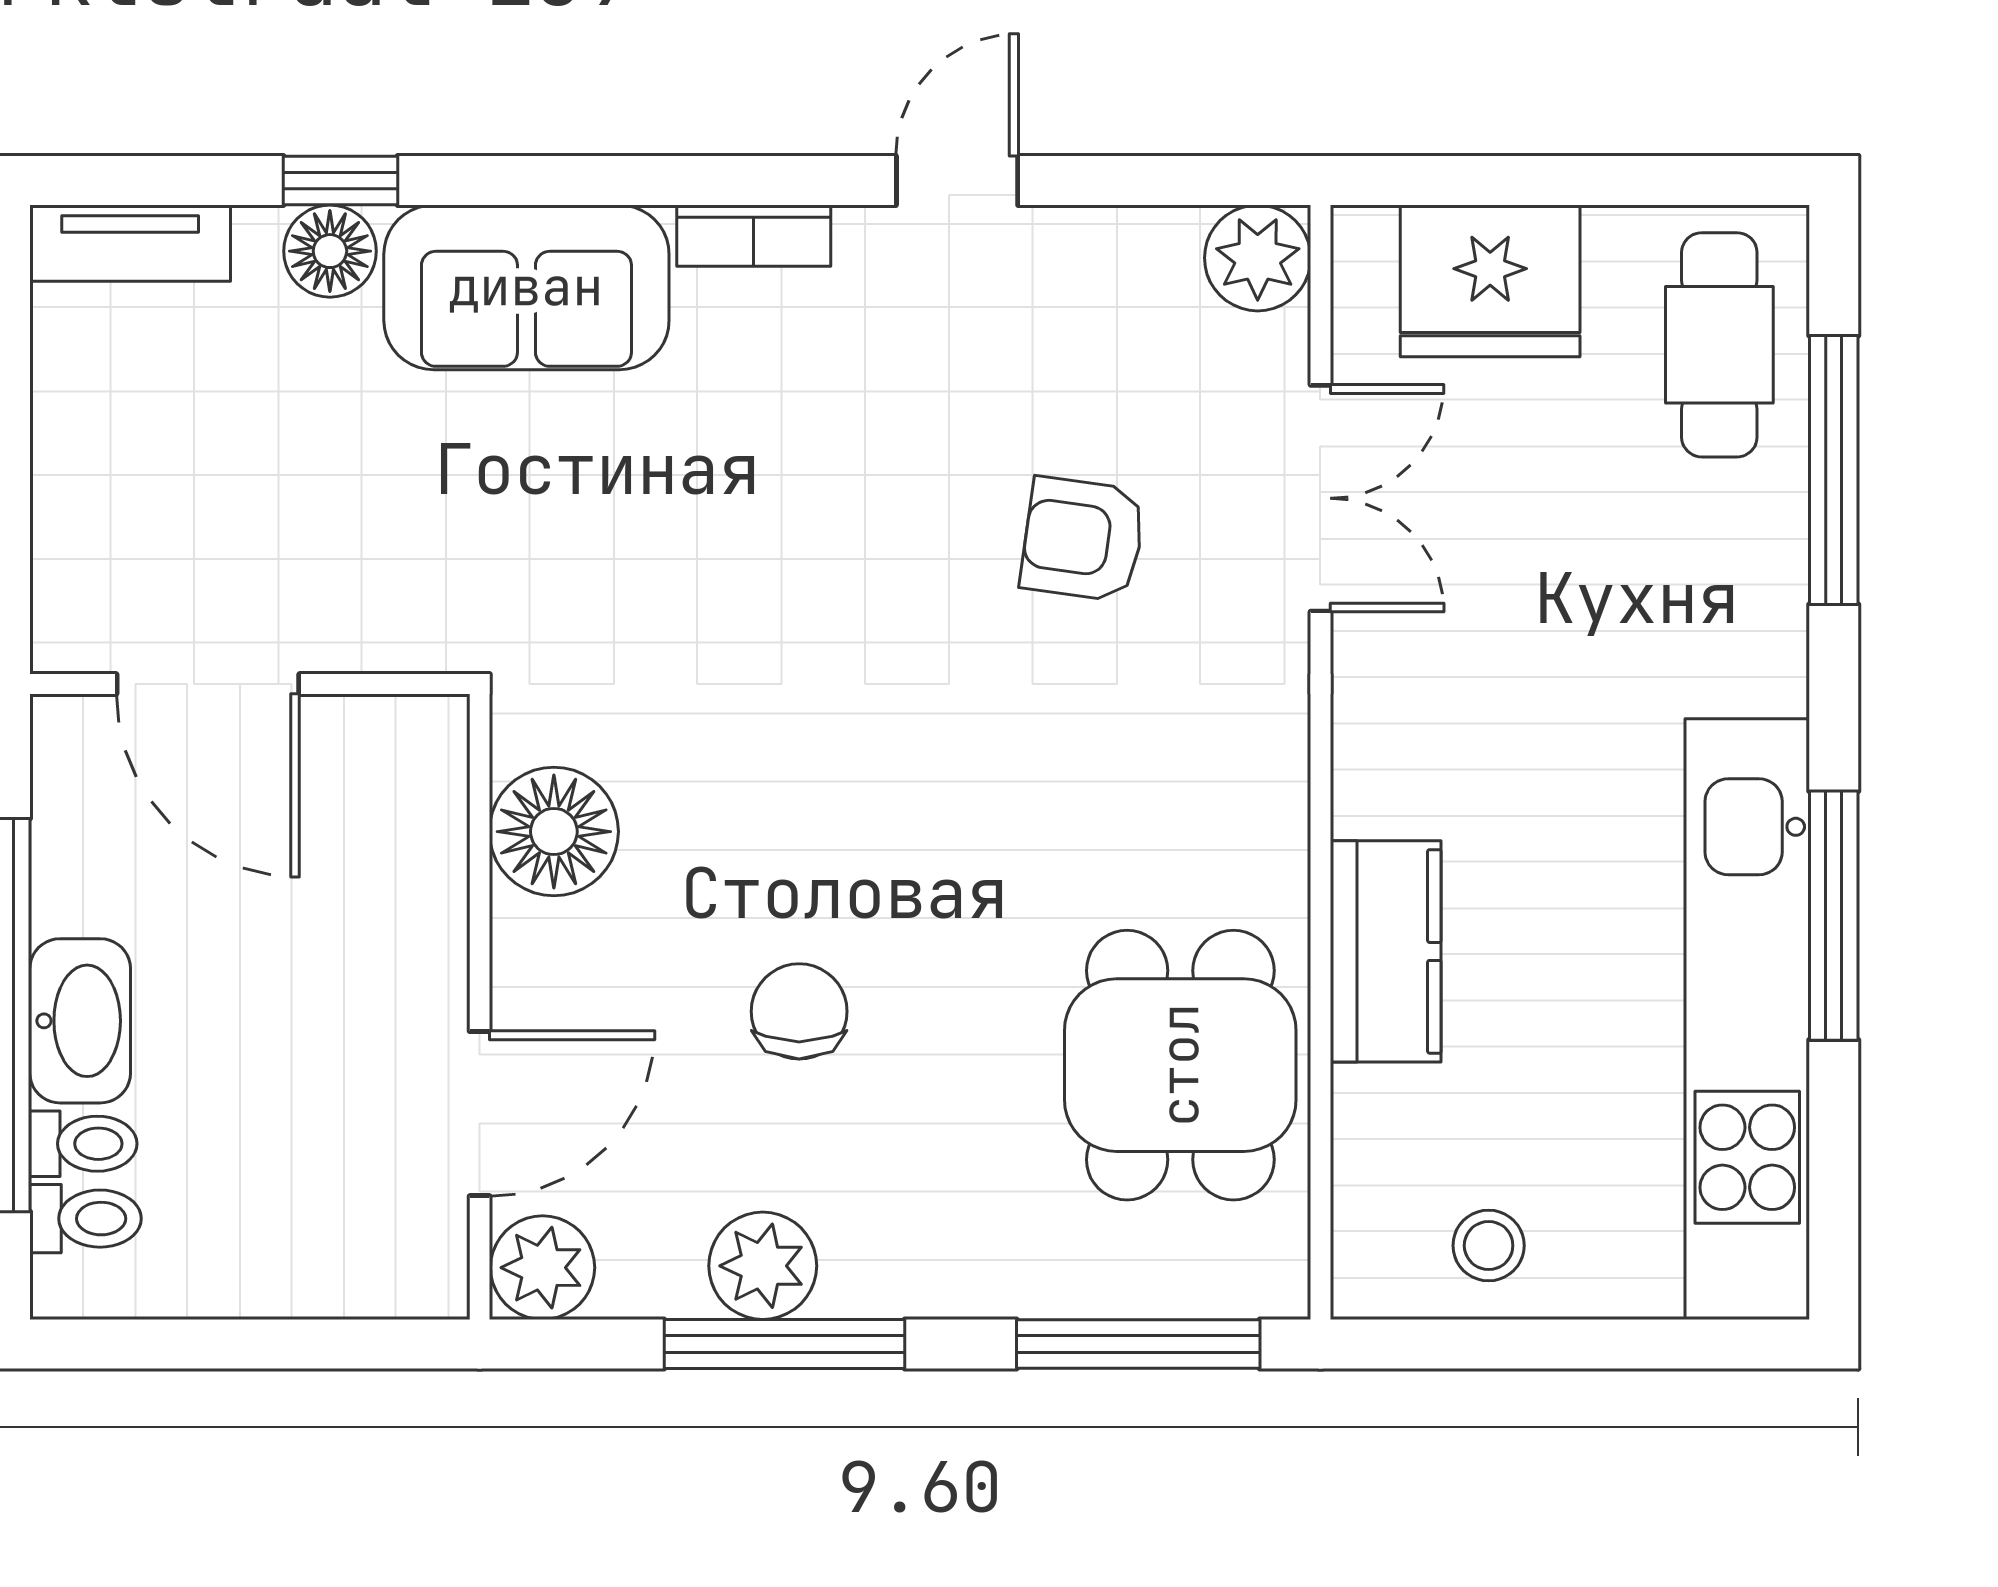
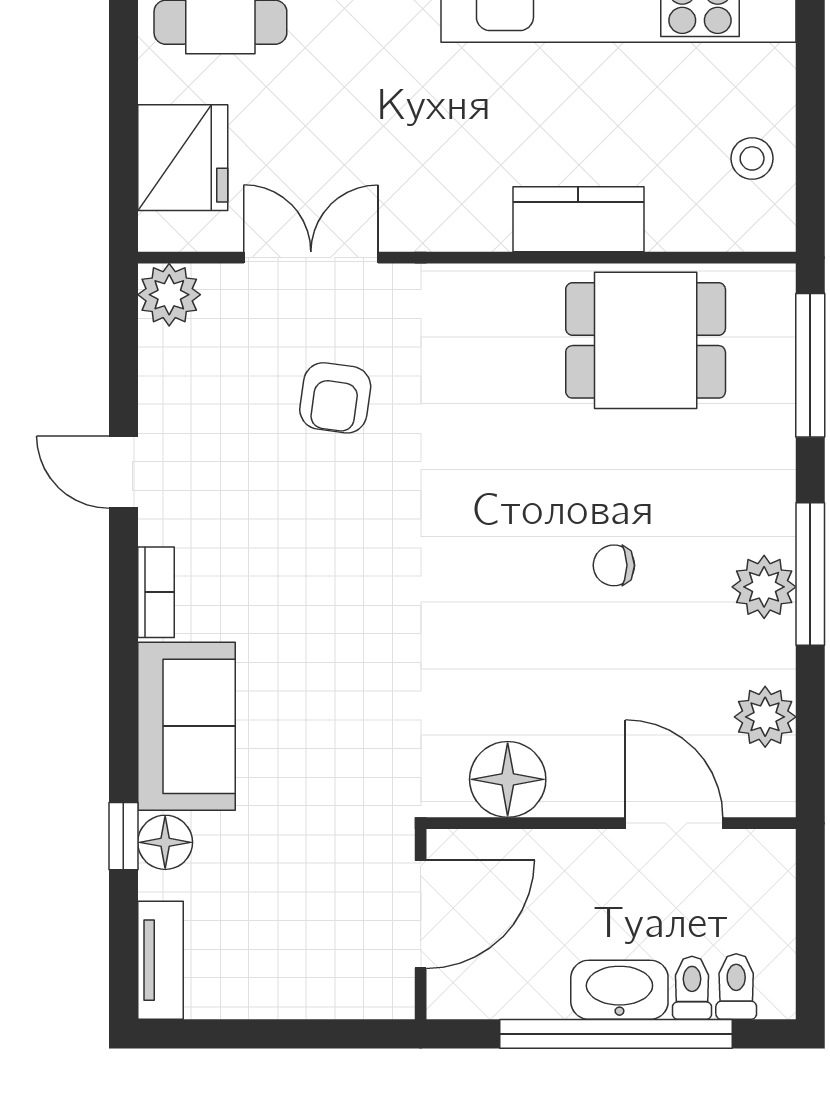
floor lamp: (554, 832) -> (508, 779), moved
wall: (480, 1007) -> (611, 823), moved
chair: (799, 1011) -> (614, 565), width x0.73, depth x0.73
door: (480, 1114) -> (674, 823), moved

